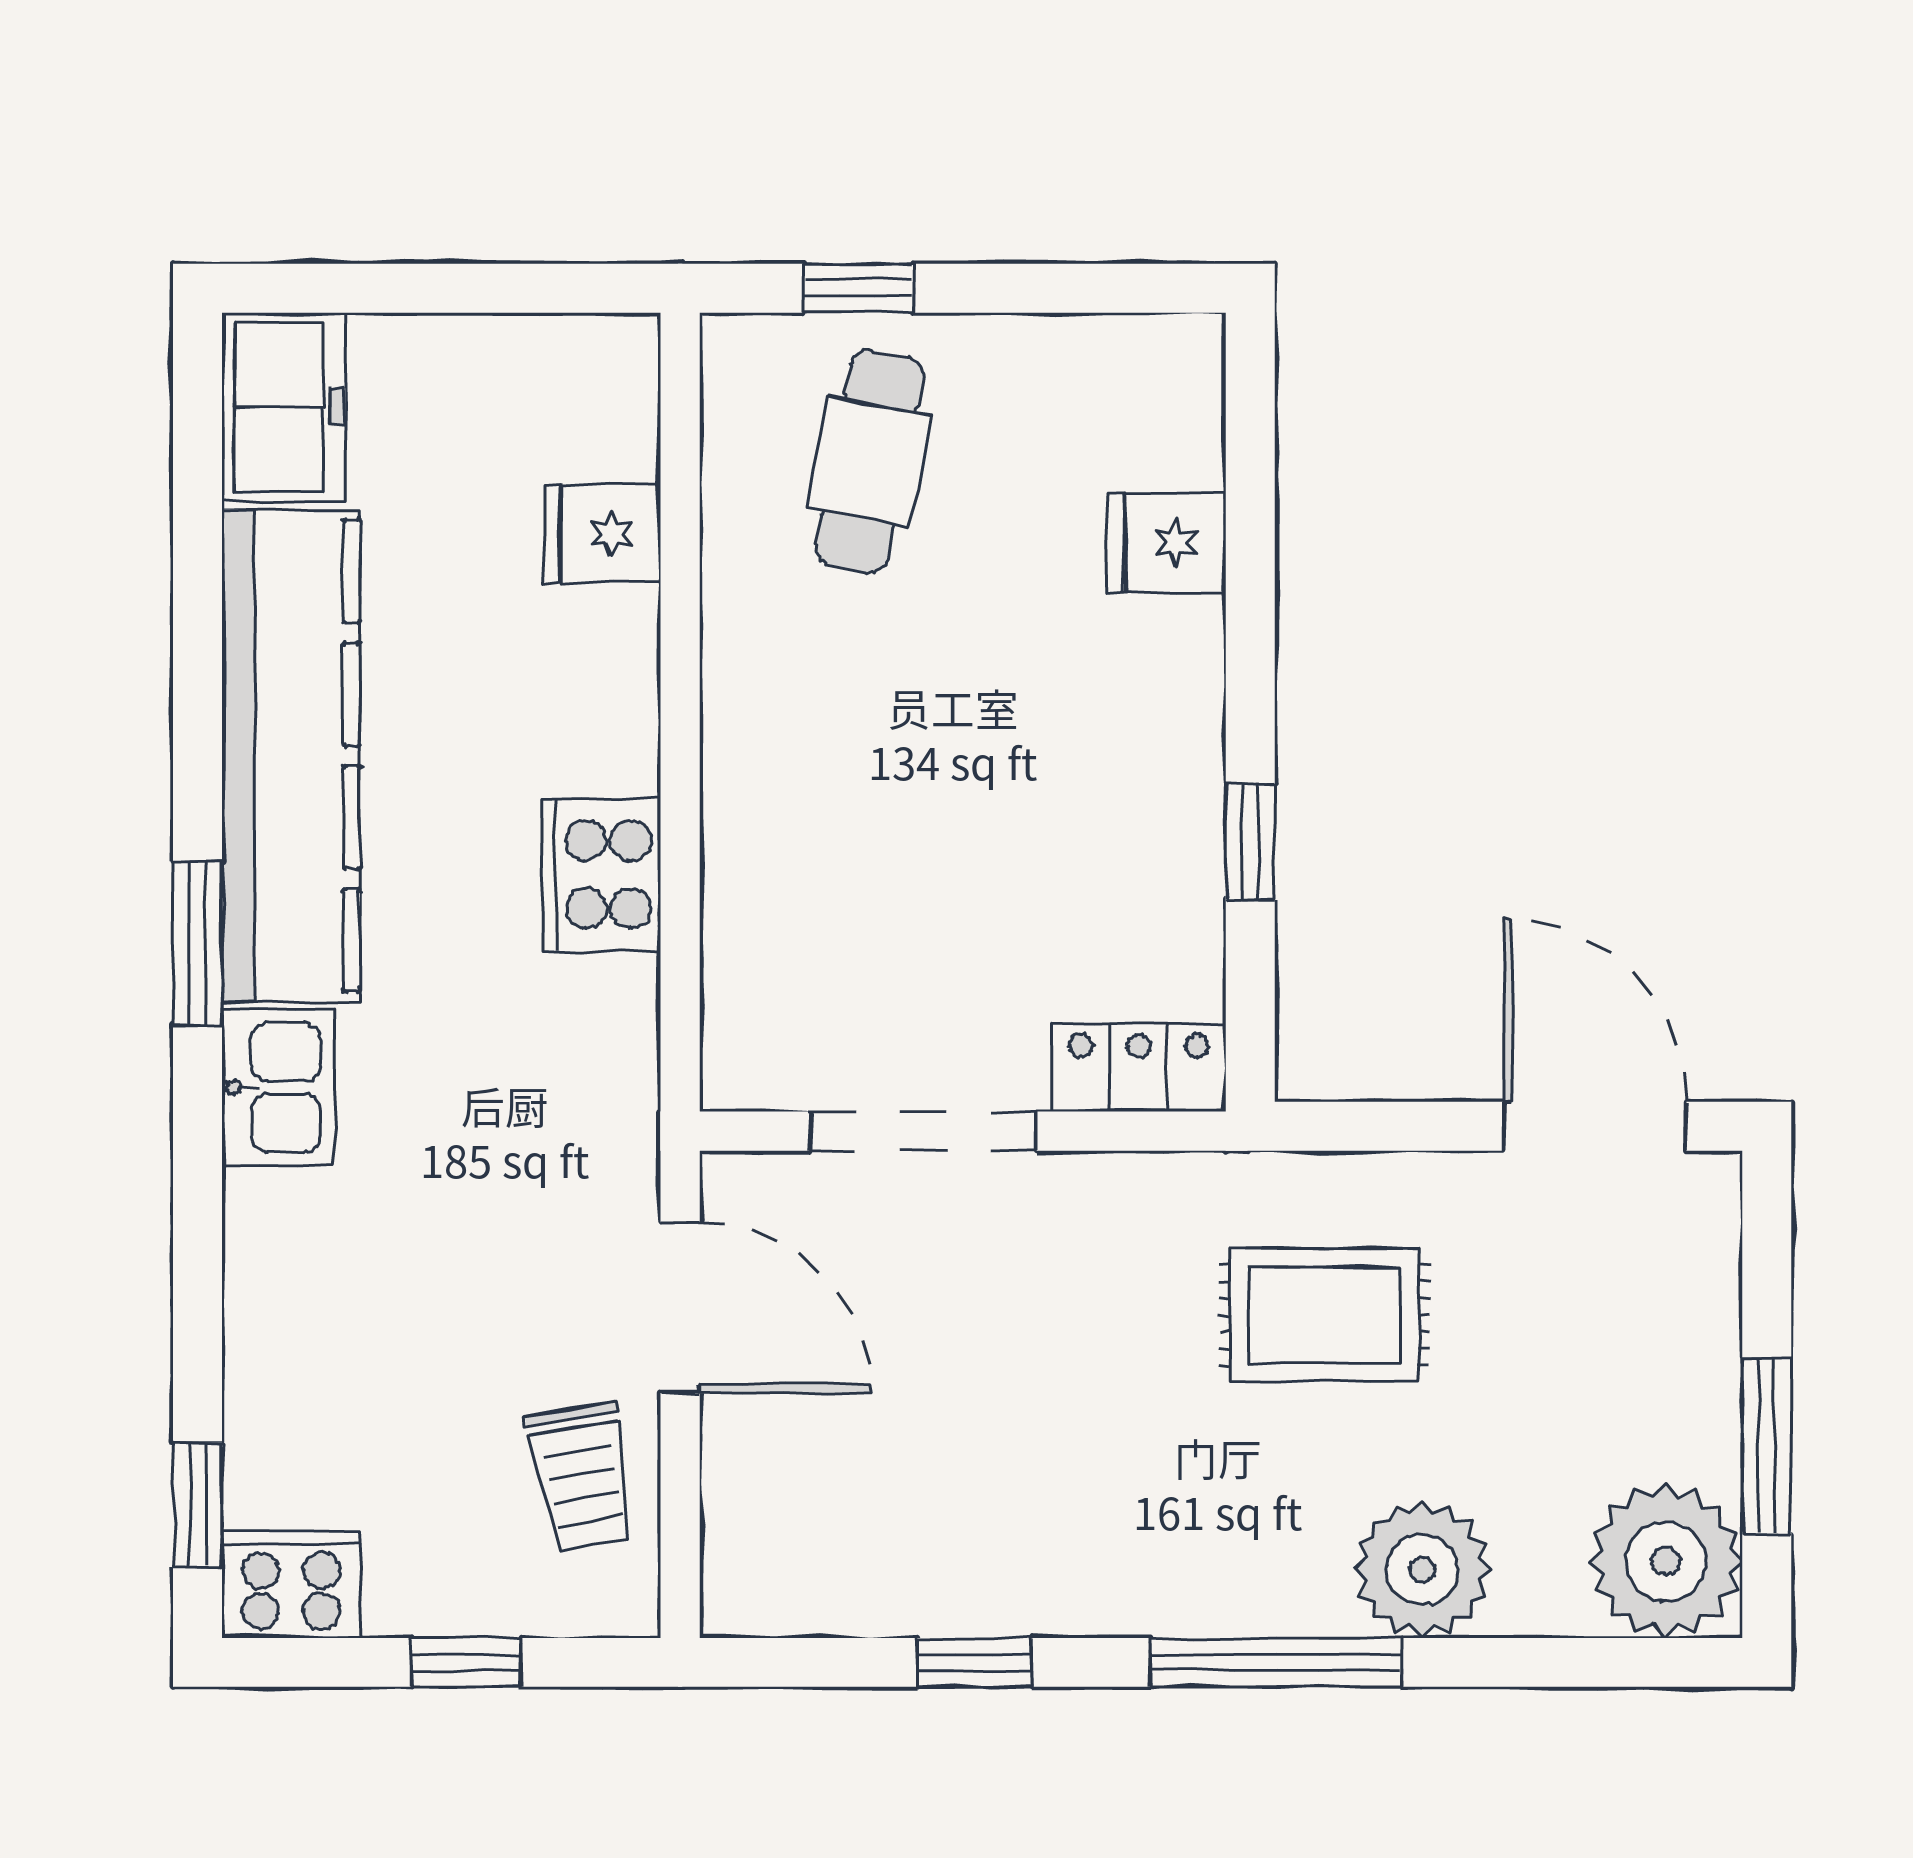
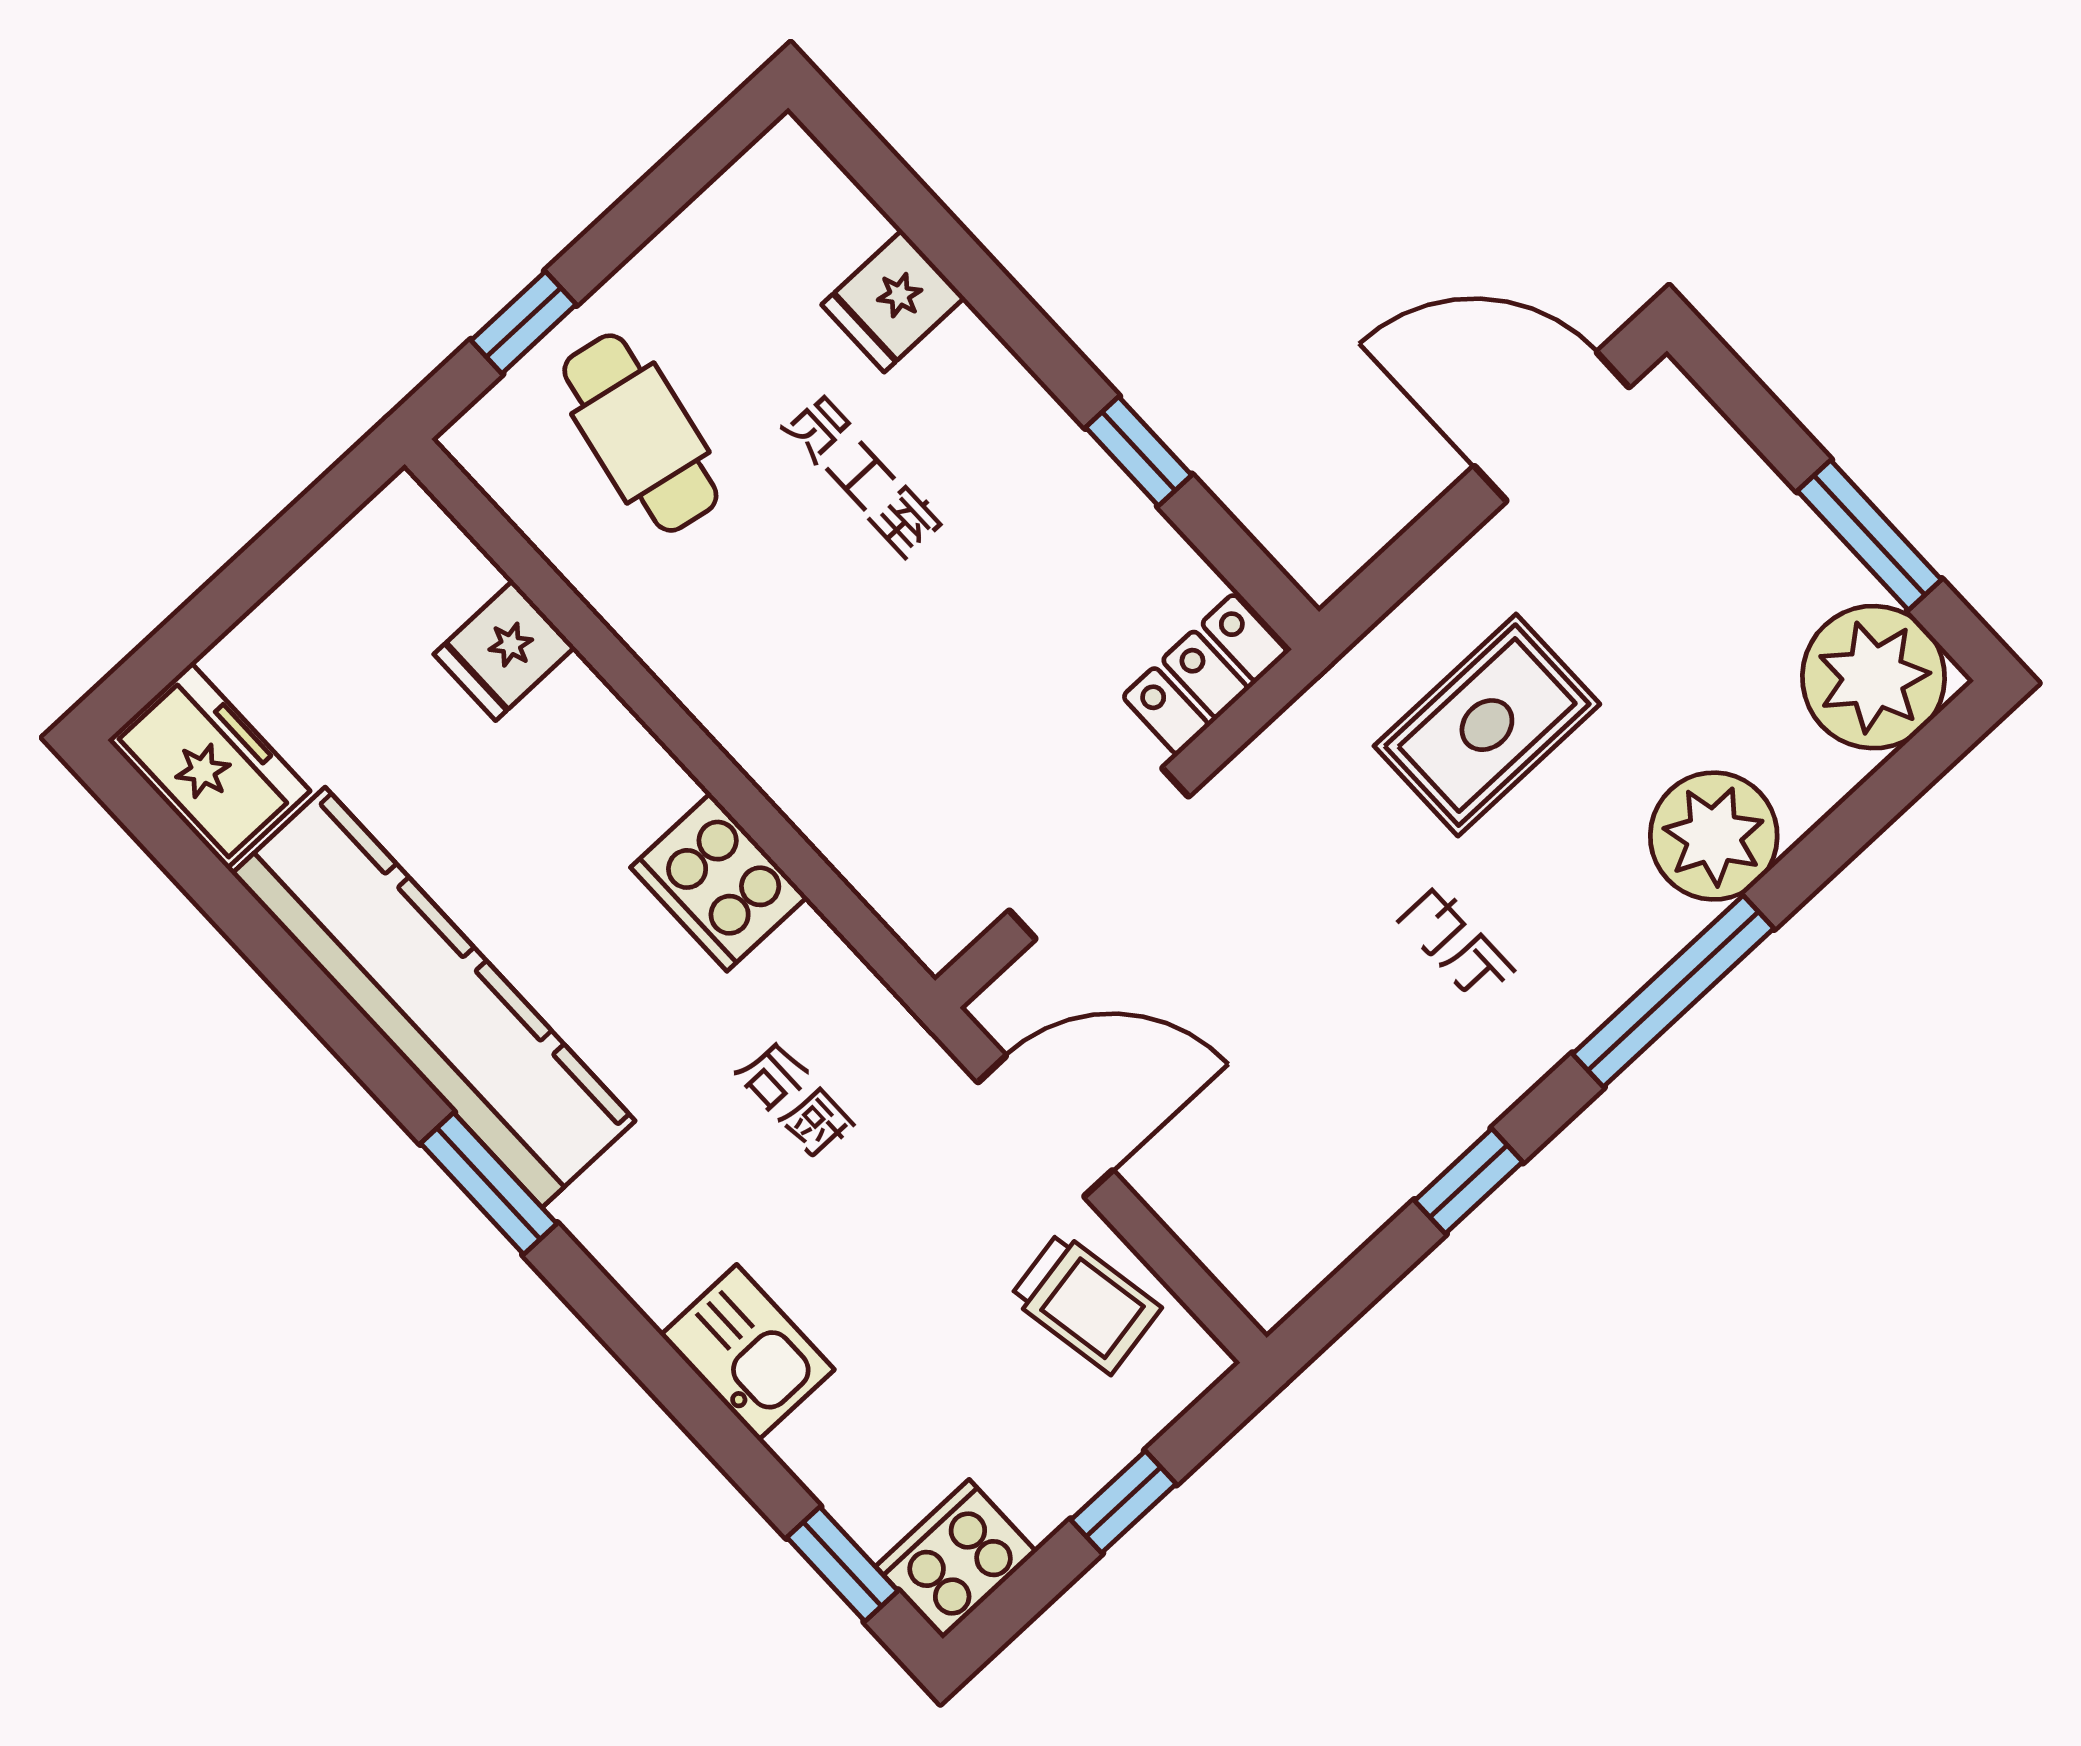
kitchen sink: (278, 1087) -> (747, 1352), moved

